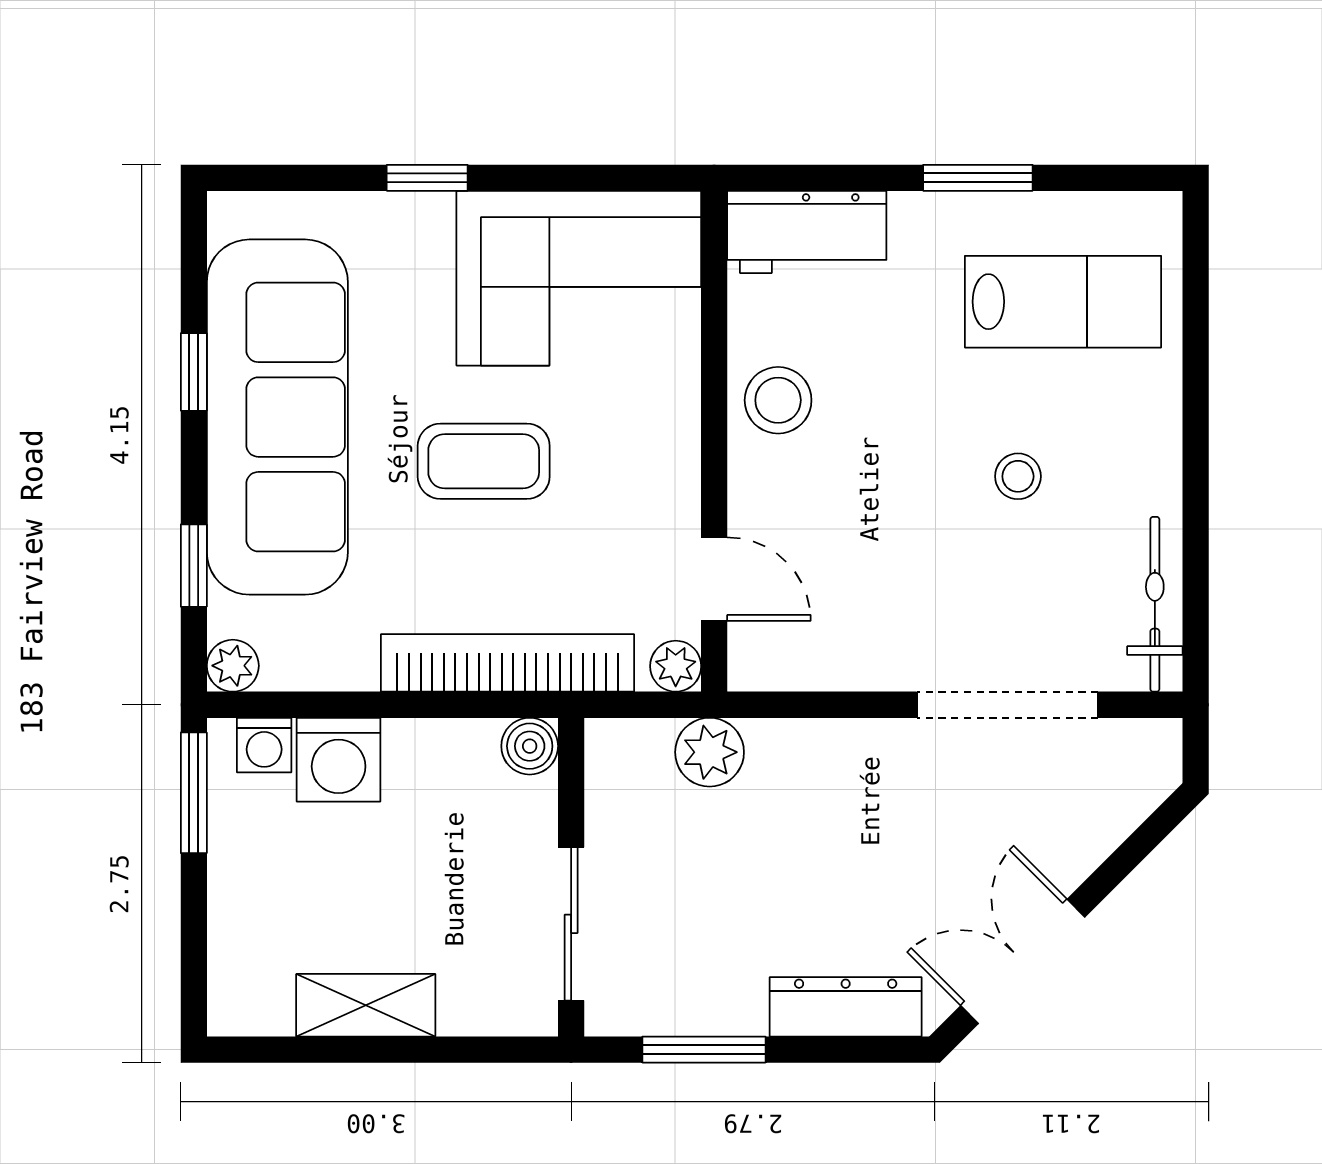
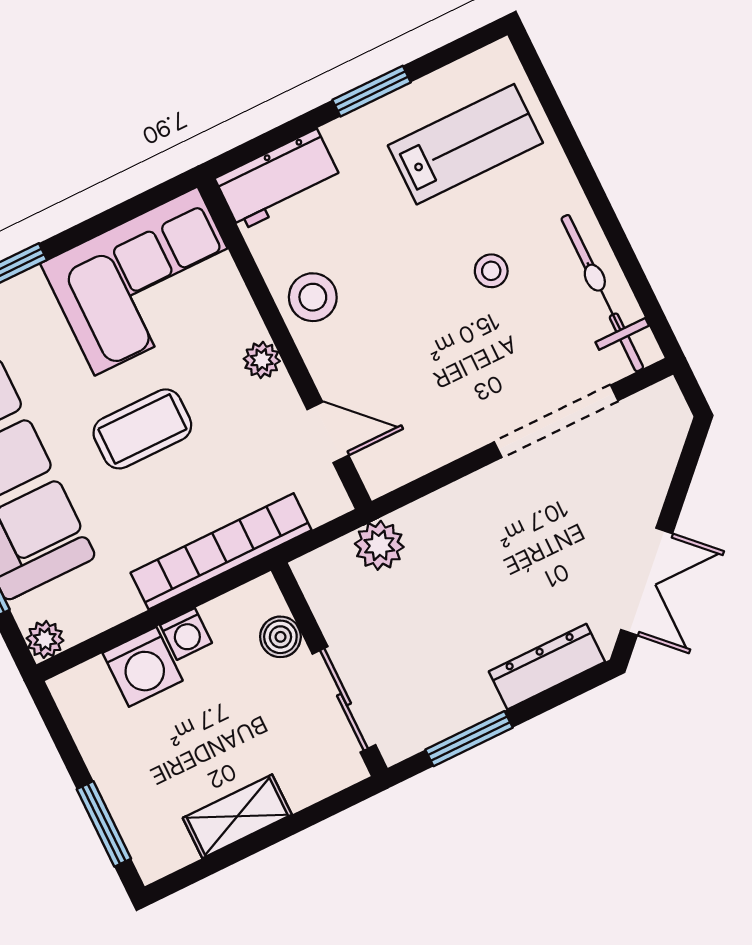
bicycle: (1155, 604) -> (602, 293), width x1.37, depth x1.40
plant: (676, 666) -> (262, 360), moved
washing machine: (264, 745) -> (186, 634), moved
boiler: (530, 746) -> (280, 637), moved
window: (194, 793) -> (104, 824), moved
double door: (1023, 961) -> (647, 582), swing flipped

